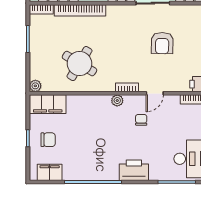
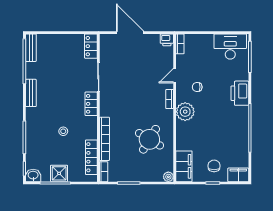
armchair: (162, 43) -> (132, 69), removed
door: (155, 93) -> (175, 76), swing flipped
plant: (117, 101) -> (185, 112), width x1.88, depth x1.88
filing cabinet: (50, 172) -> (238, 175), moved, turned 90

